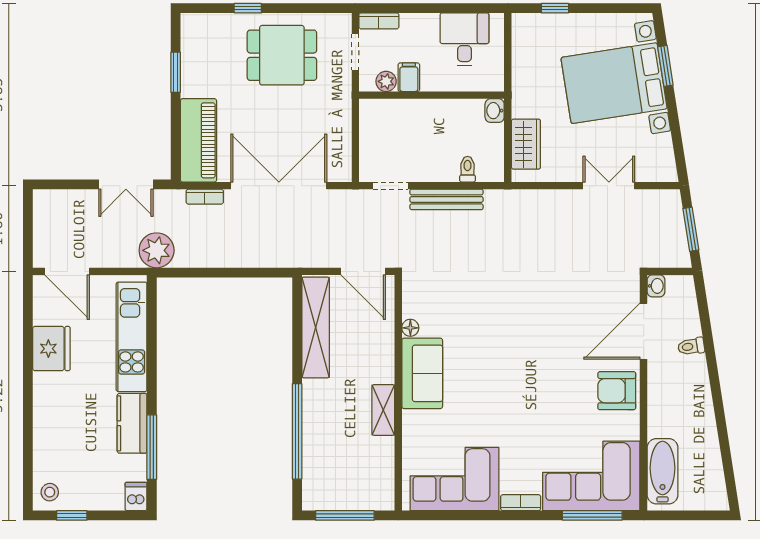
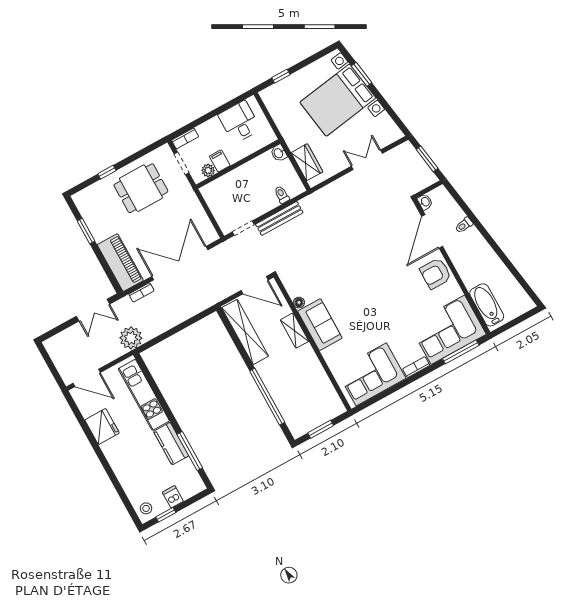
shelving: (383, 410) -> (294, 331), moved
dishwasher: (136, 496) -> (173, 497), moved
window: (345, 515) -> (321, 429), width x0.69

